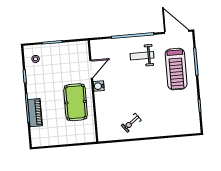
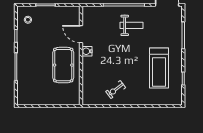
weight bench: (142, 56) -> (131, 25), turned 180
door: (91, 69) -> (81, 34), swing flipped
treadmill: (176, 69) -> (159, 68), moved
piano: (35, 113) -> (23, 72), removed

